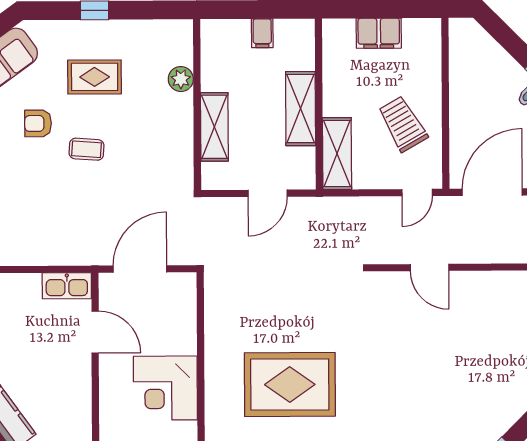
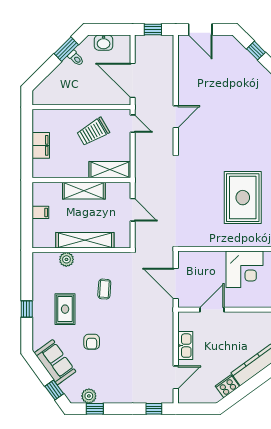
shelving: (214, 127) -> (85, 240), width x1.47
coffee table: (87, 149) -> (104, 289), moved
kitchen sink: (67, 286) -> (185, 346), moved

